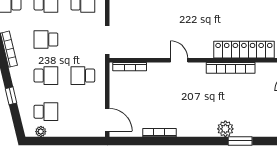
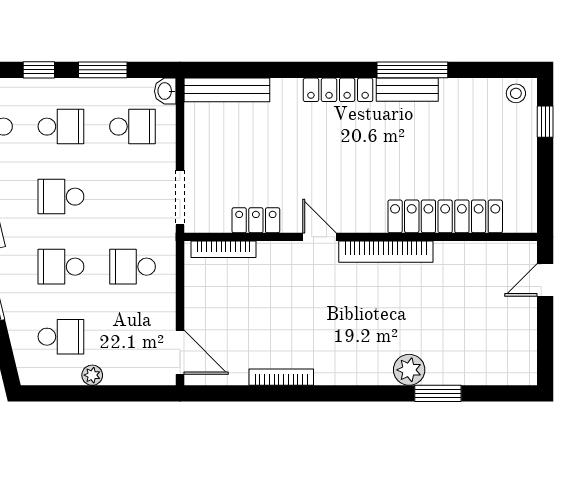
locker: (146, 52) -> (256, 220), added
bookcase: (231, 68) -> (386, 252), moved
school desk: (46, 76) -> (61, 267), turned 180
plant: (41, 132) -> (92, 375), moved

